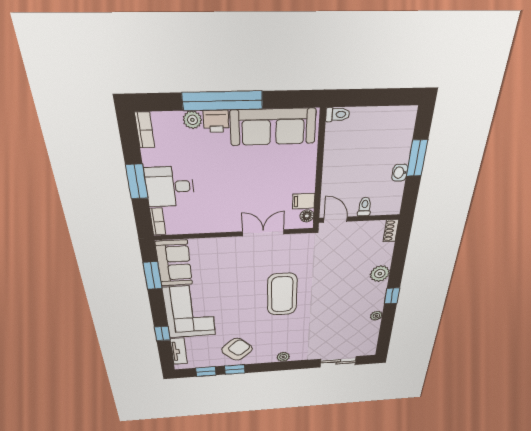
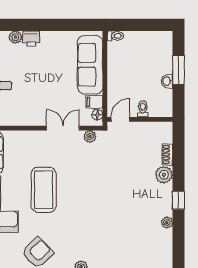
window: (223, 101) -> (36, 25), removed
sofa: (273, 127) -> (90, 65), moved, turned 90
door: (335, 220) -> (120, 119), hinge flipped
shoe rack: (391, 231) -> (167, 154), moved
plant: (297, 240) -> (90, 136), added
coffee table: (282, 294) -> (44, 190), moved

